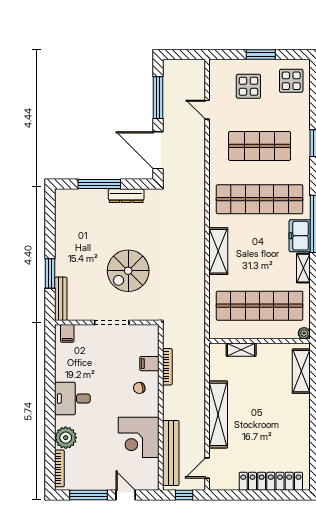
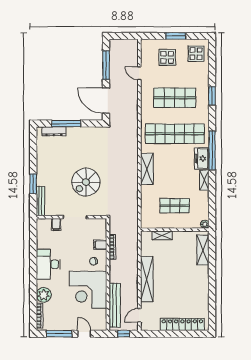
dresser: (126, 196) -> (54, 131), moved
shop shelf: (260, 306) -> (175, 206), width x0.50, depth x0.74
filing cabinet: (67, 333) -> (56, 224), moved
desk: (72, 399) -> (48, 264), width x1.37
corner desk: (139, 437) -> (88, 290), width x1.36, depth x1.36

